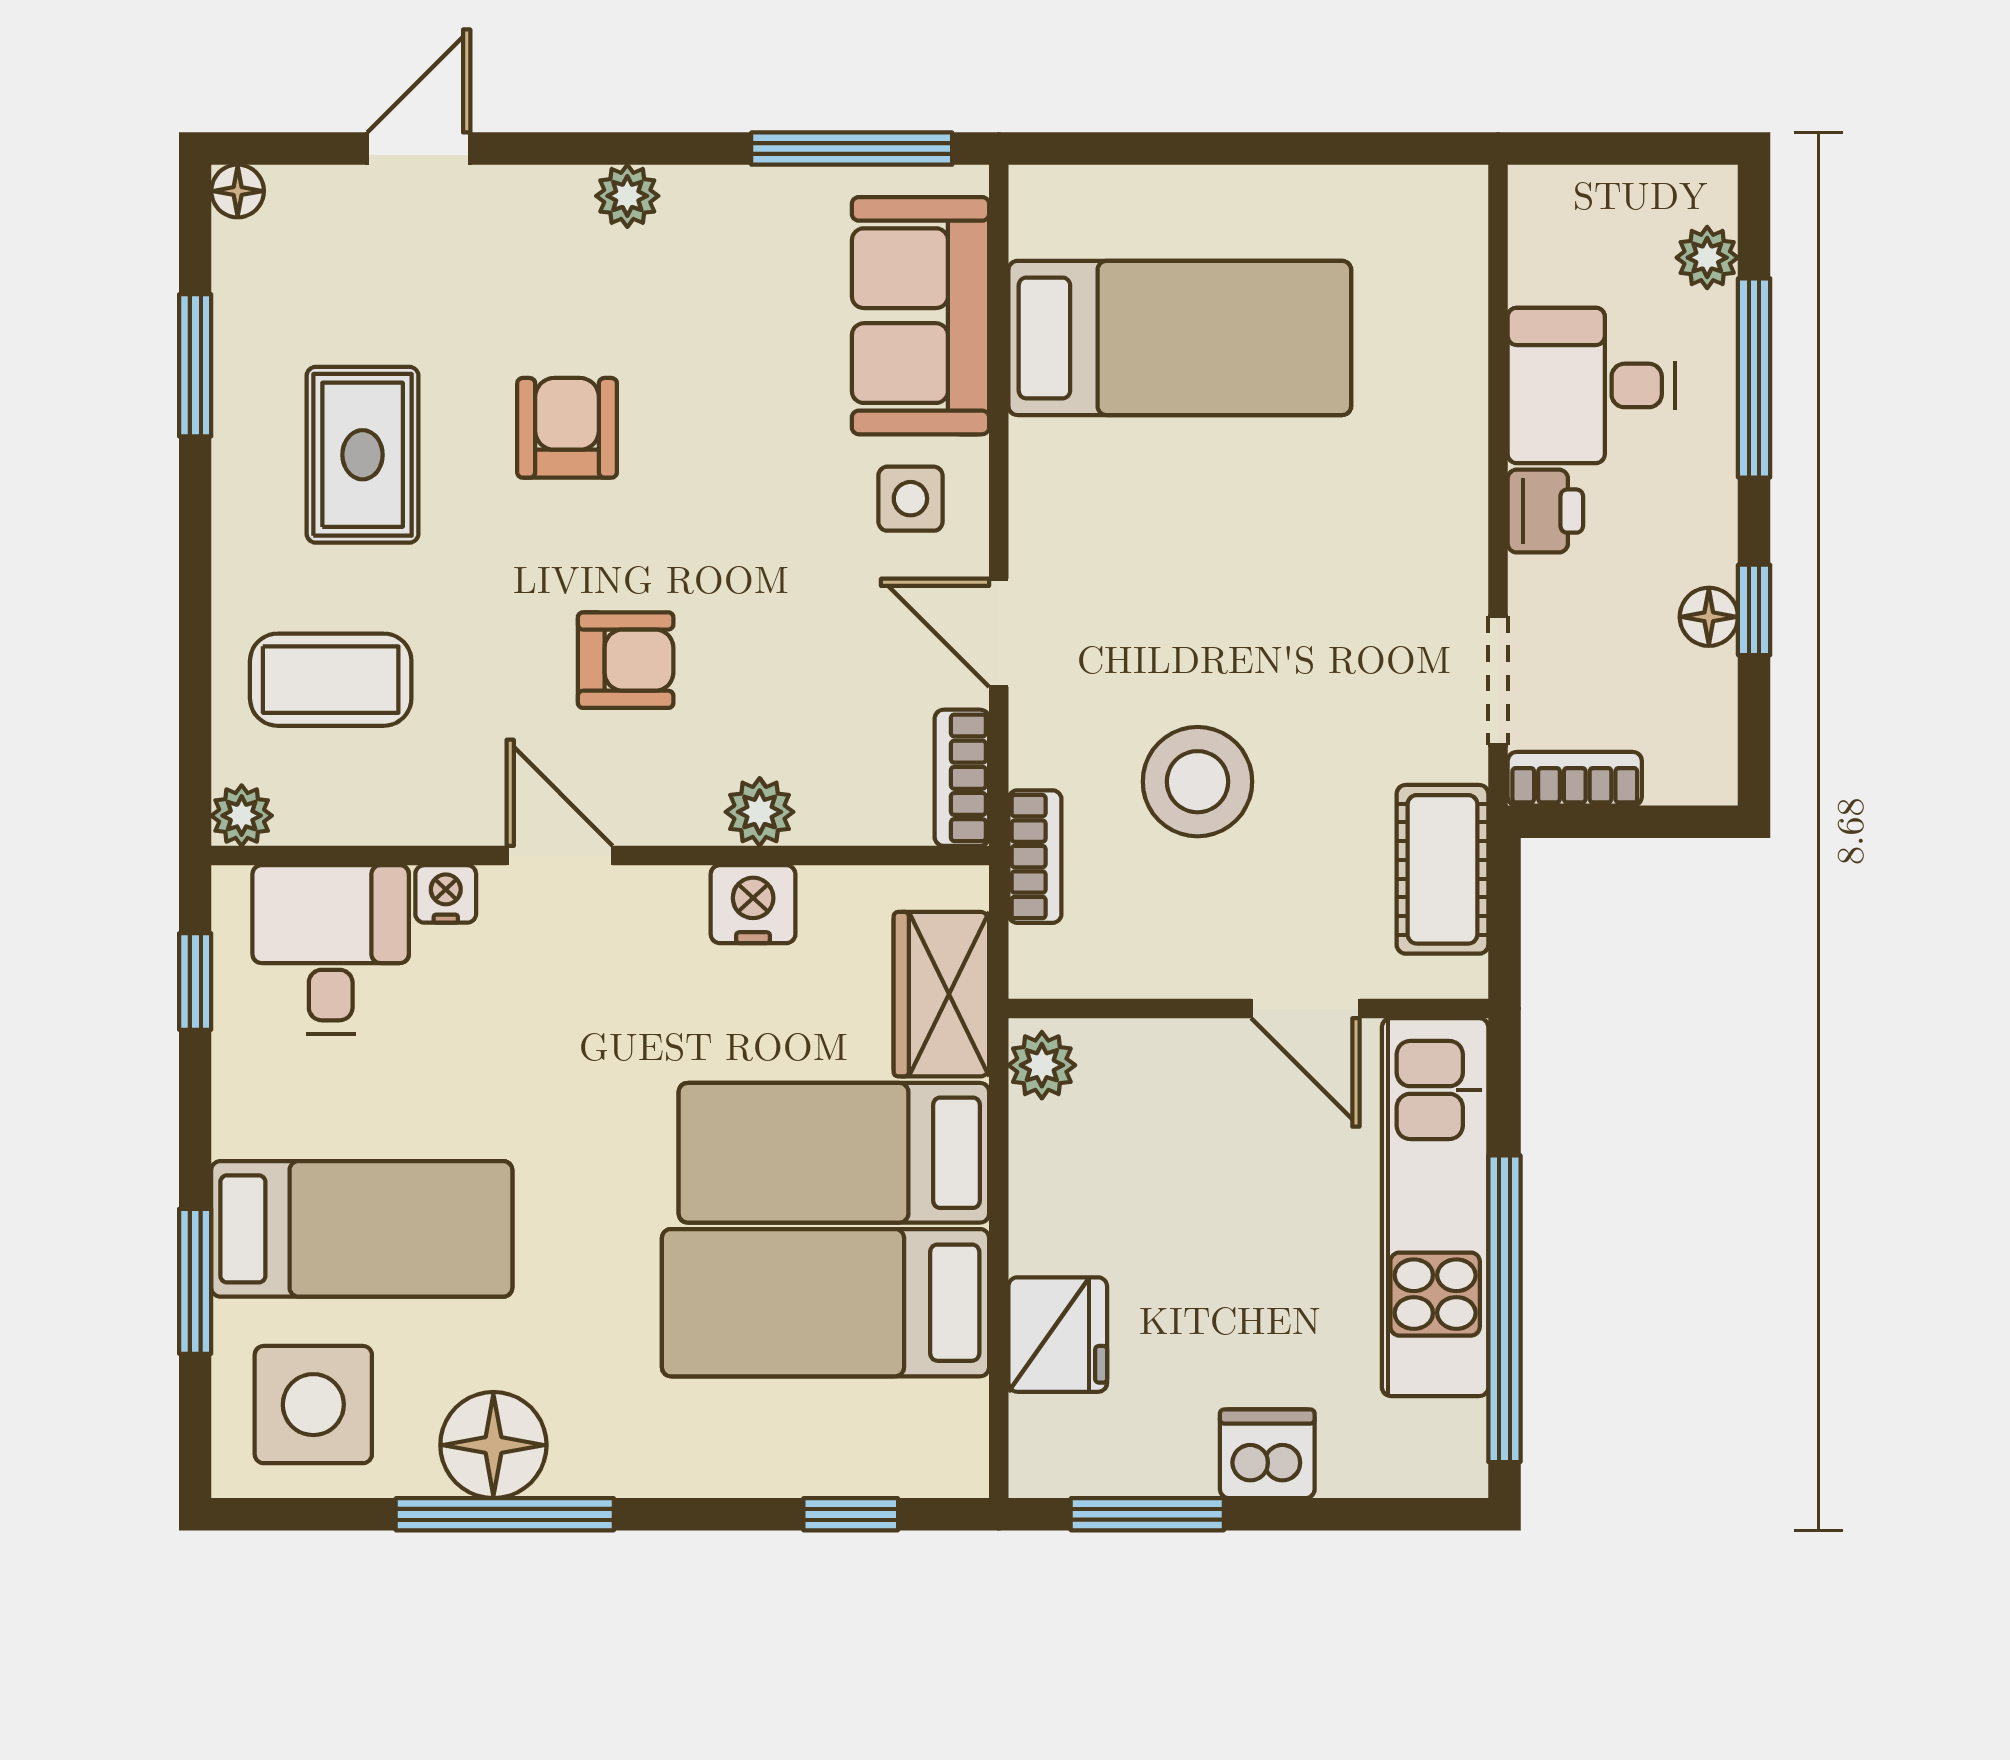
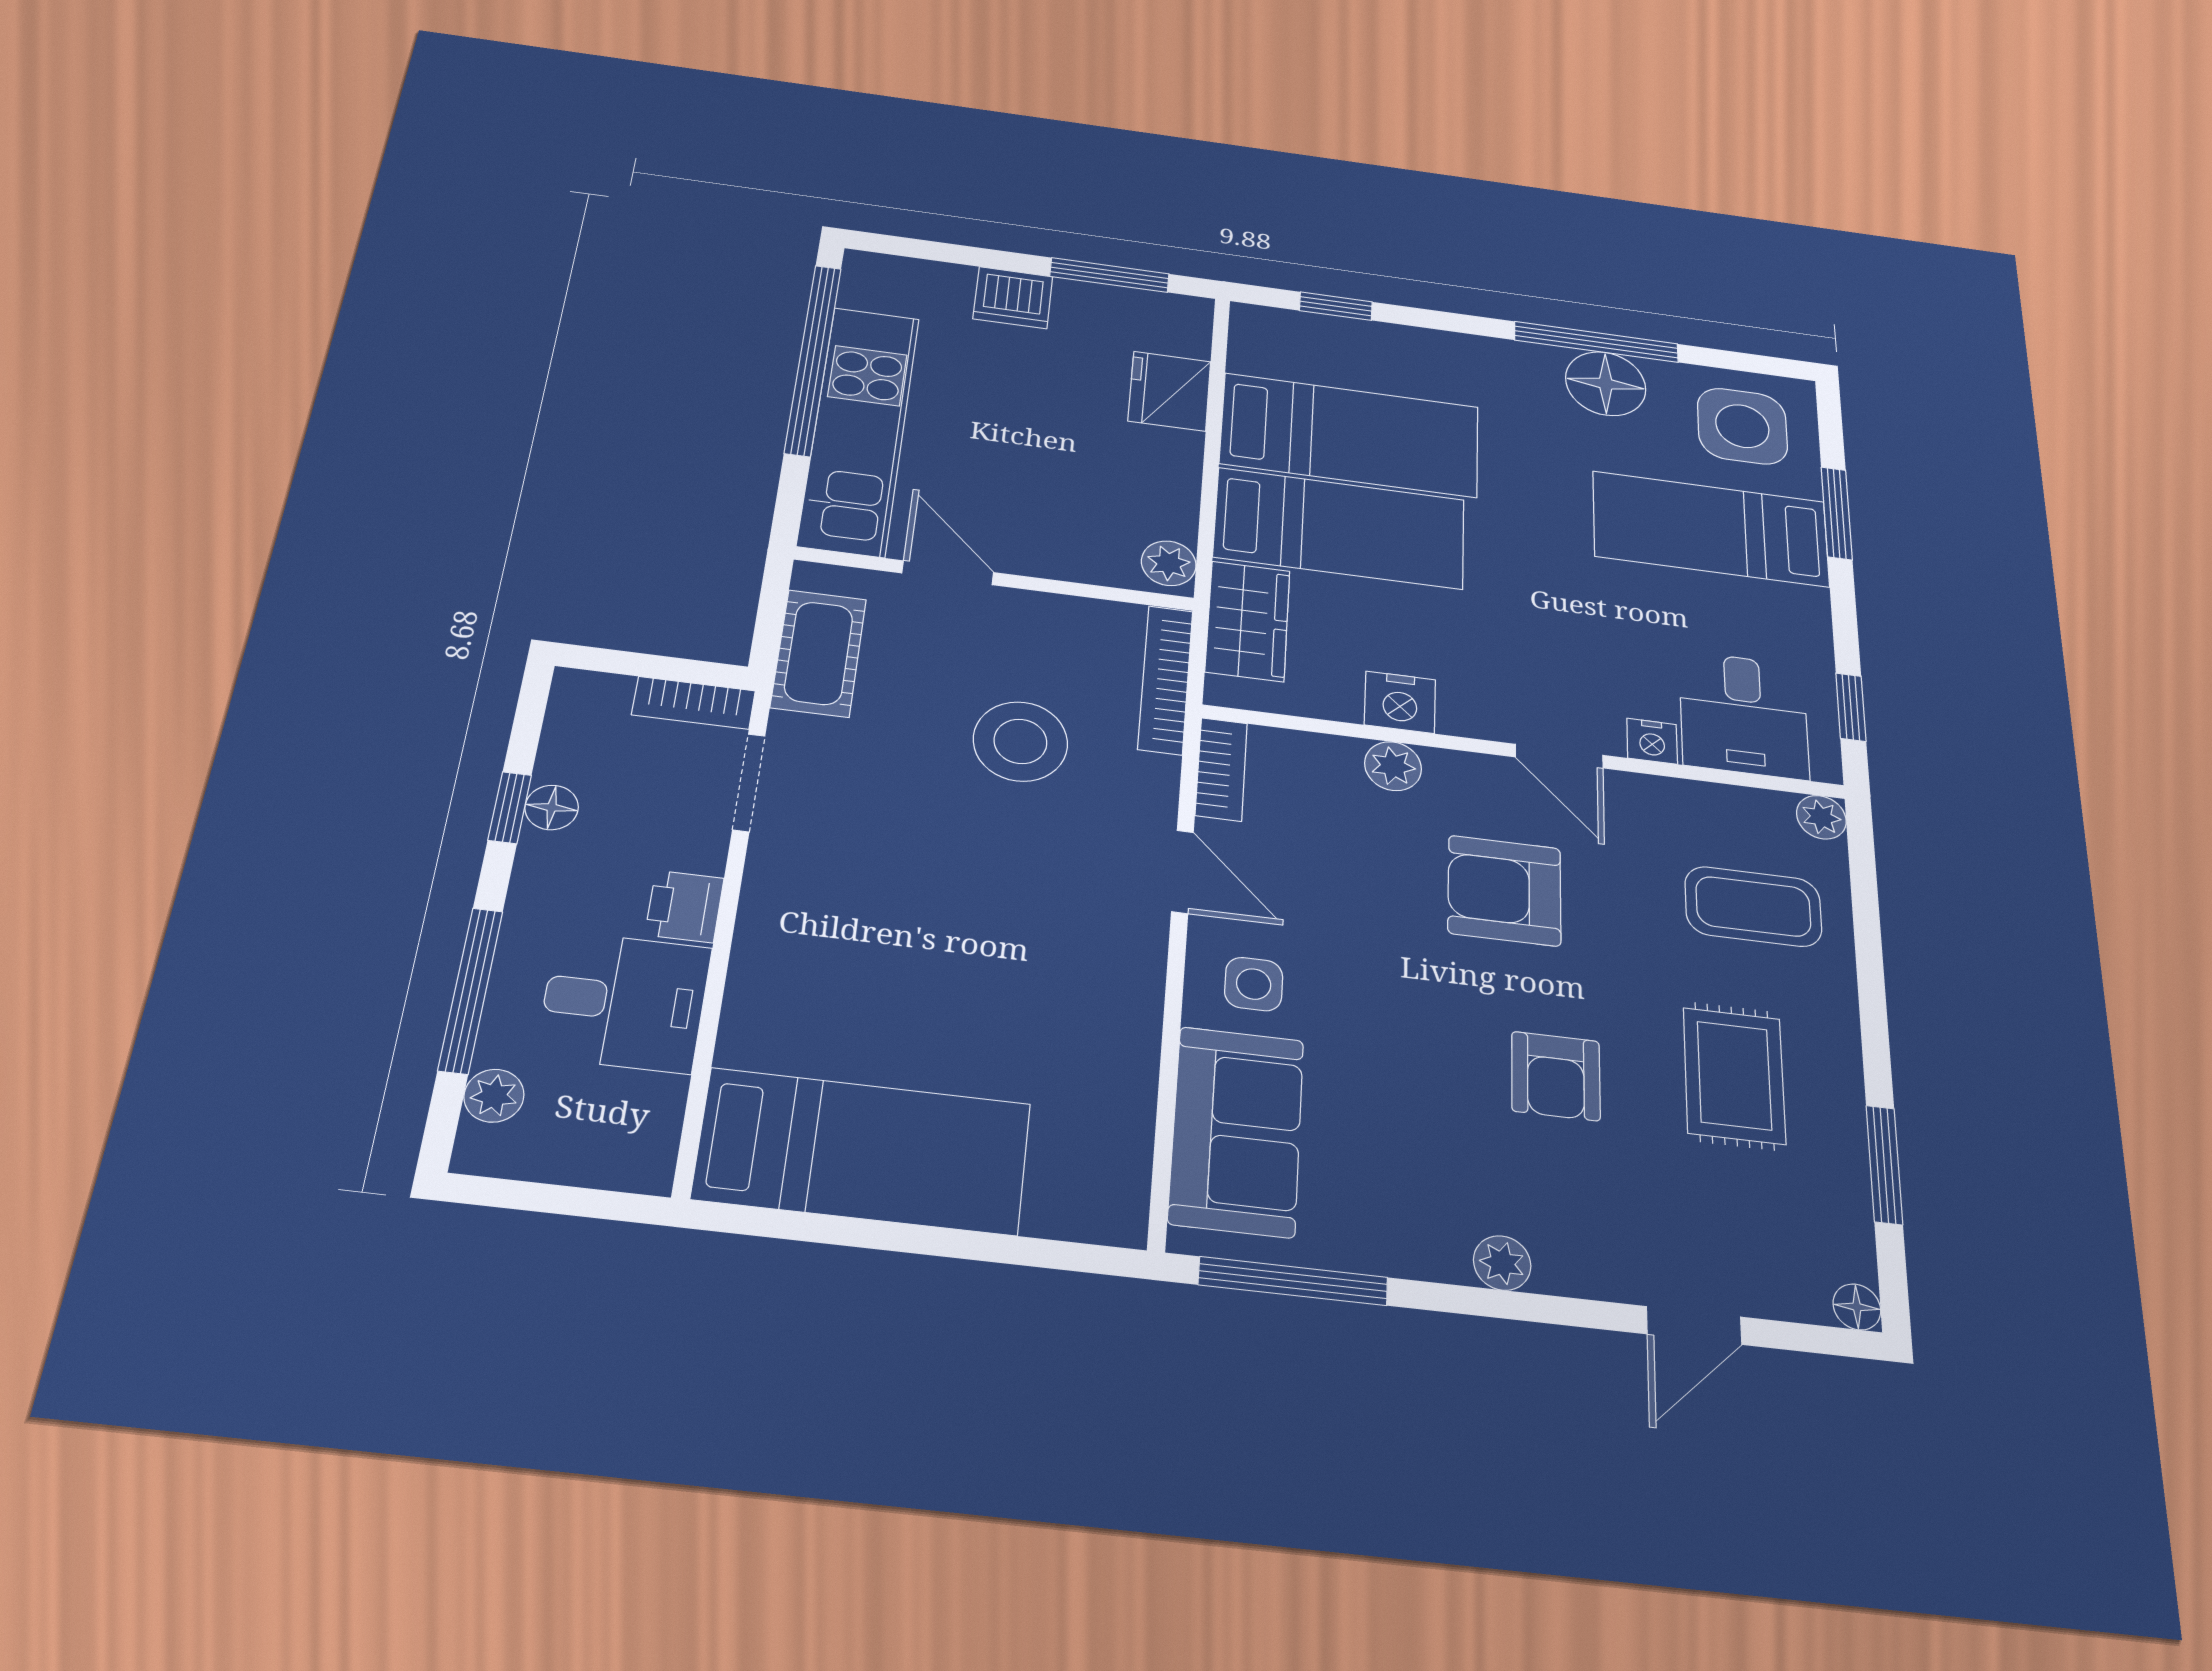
bed: (1180, 338) -> (863, 1151), moved, turned 180
armchair: (626, 660) -> (1505, 891), width x1.38, depth x1.38
bookcase: (1035, 857) -> (1165, 680), width x1.56

